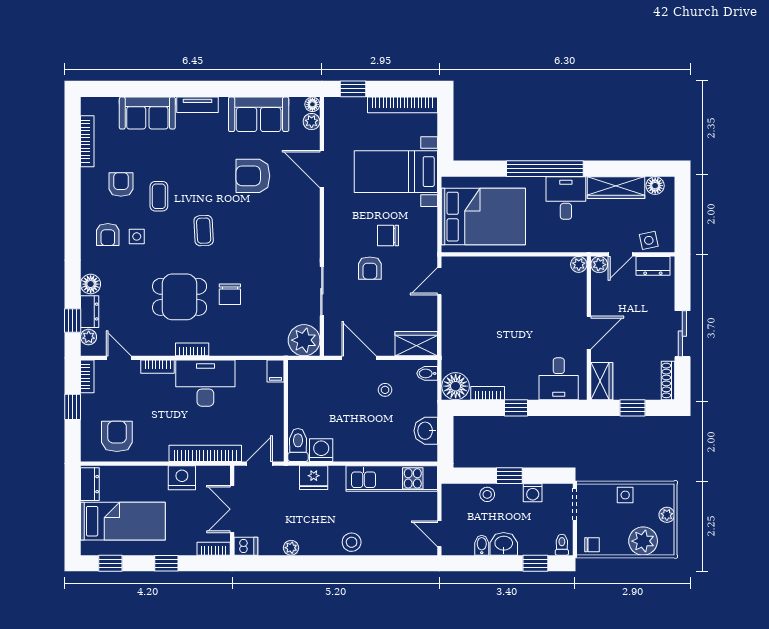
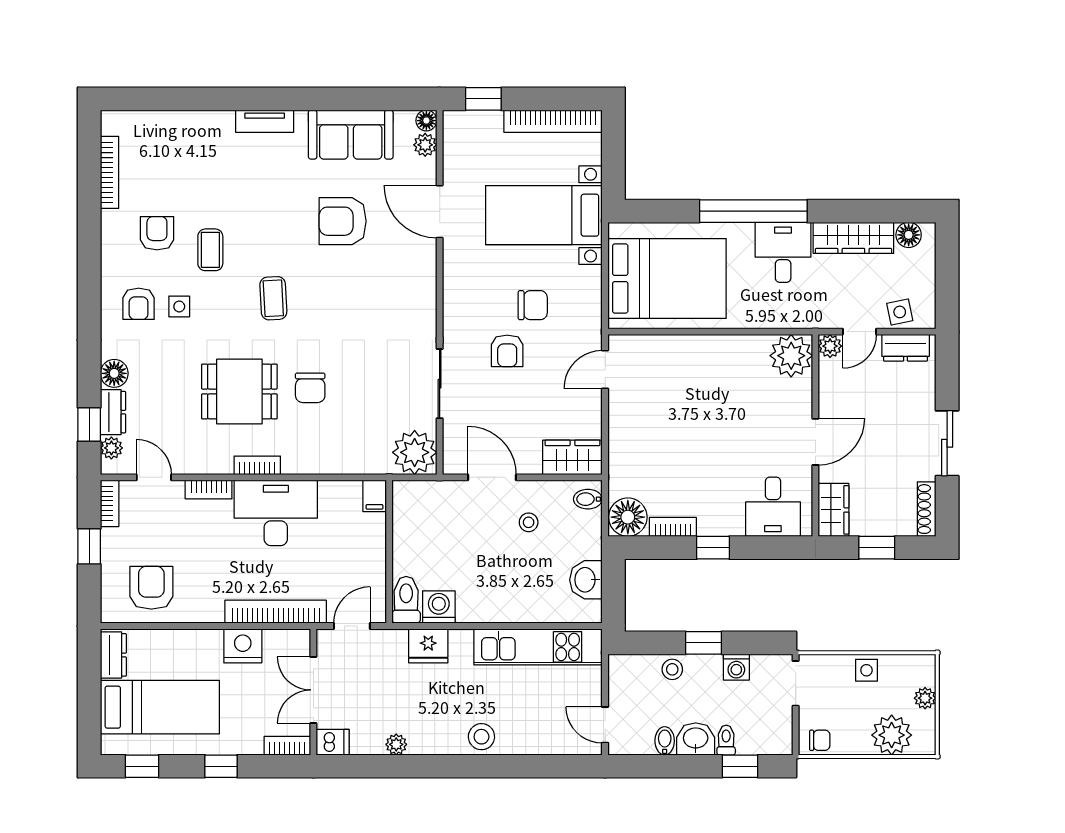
sofa: (147, 113) -> (194, 133), removed
chair: (388, 236) -> (533, 305), turned 180
plant: (579, 264) -> (791, 356), width x1.88, depth x1.88
toilet: (562, 545) -> (726, 740), moved

